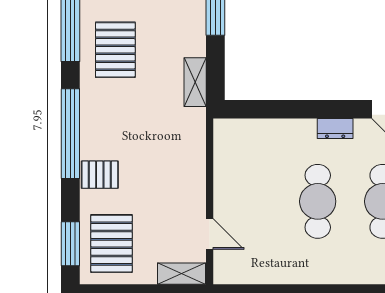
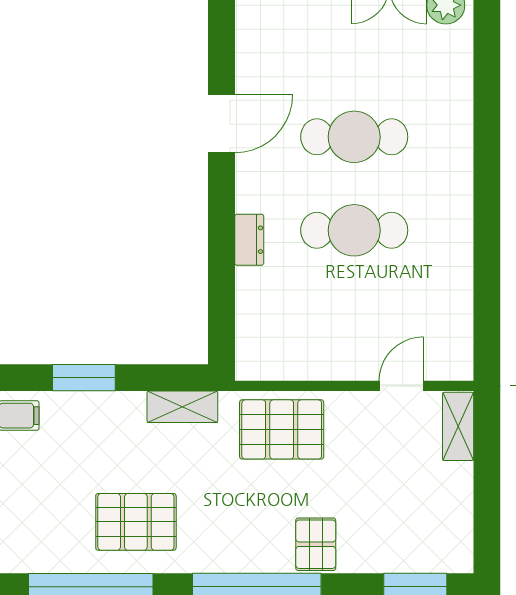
dresser: (335, 128) -> (249, 240), moved
pallet: (112, 244) -> (282, 429), moved

